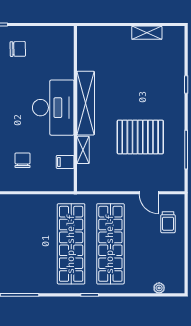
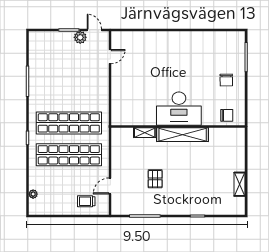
pallet: (140, 137) -> (155, 179), width x0.49, depth x0.50
chair: (23, 160) -> (227, 115), moved
filing cabinet: (65, 162) -> (135, 118), removed

